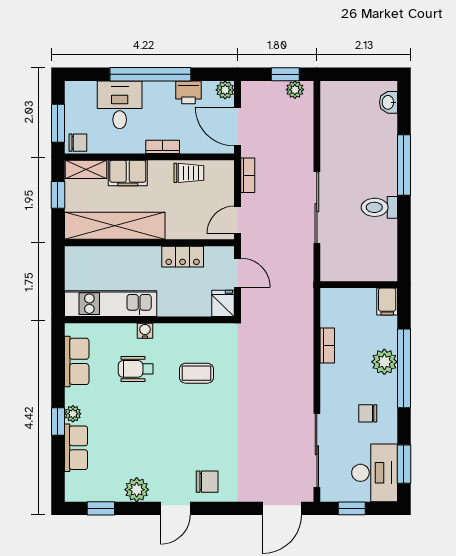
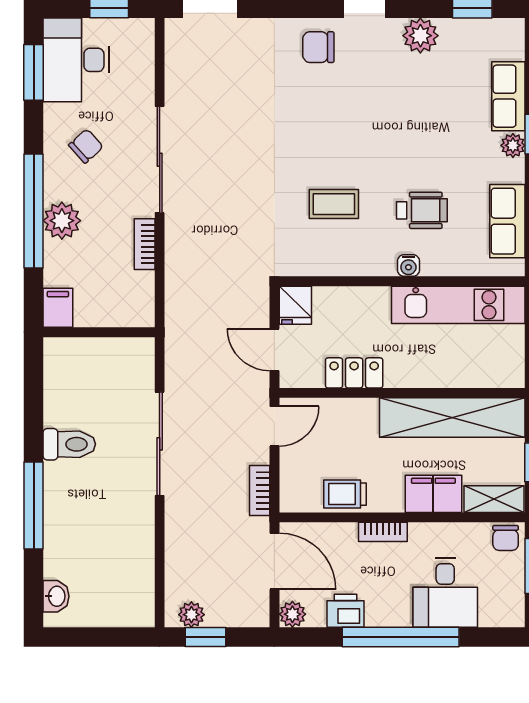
chair: (78, 143) -> (506, 538), turned -90
chair: (368, 413) -> (86, 146), turned -42
sliding door: (317, 450) -> (160, 160), moved

